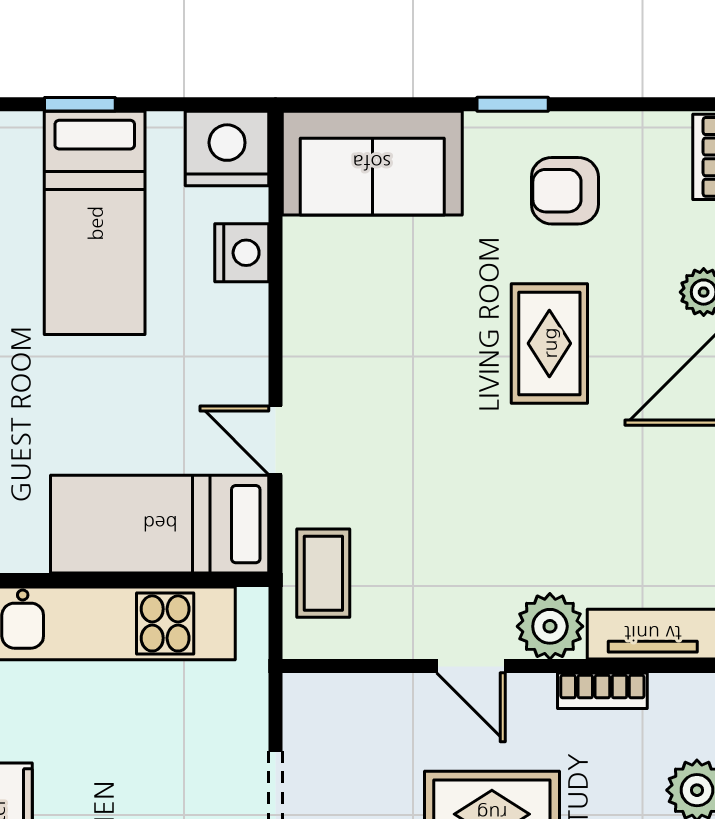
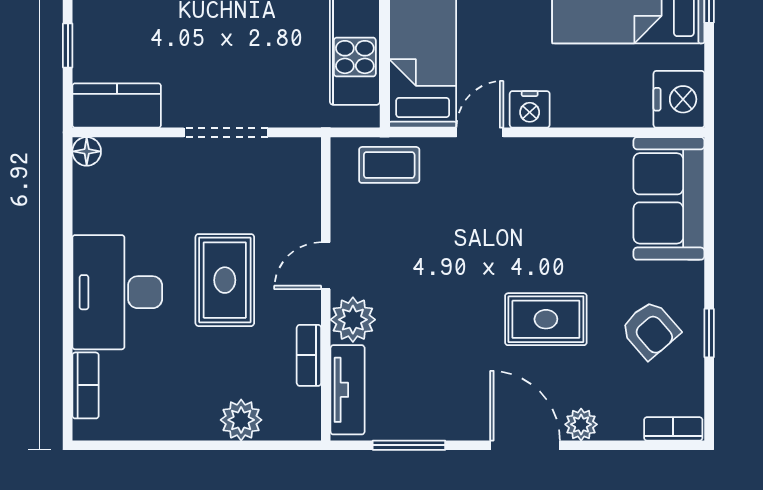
window: (513, 104) -> (709, 333), moved
armchair: (565, 191) -> (650, 330), turned 139
nightstand: (242, 253) -> (530, 109), moved

